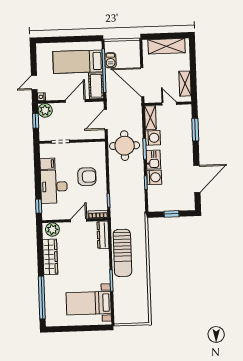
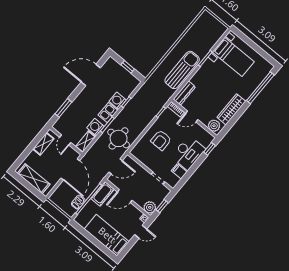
bed: (78, 62) -> (107, 235), moved, turned 180
armchair: (87, 177) -> (161, 140), turned -90

